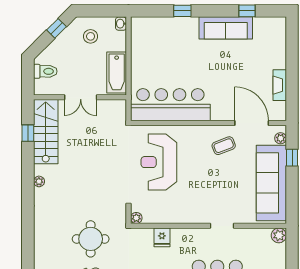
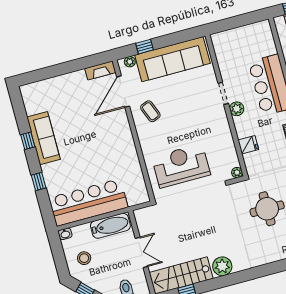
window: (247, 11) -> (28, 141), moved
fireplace: (280, 85) -> (100, 70), moved
bar counter: (170, 105) -> (88, 202), moved, turned 90
reception desk: (159, 162) -> (181, 166), turned 180
plant: (39, 181) -> (222, 266), width x1.88, depth x1.88
plant: (279, 235) -> (237, 109), moved

